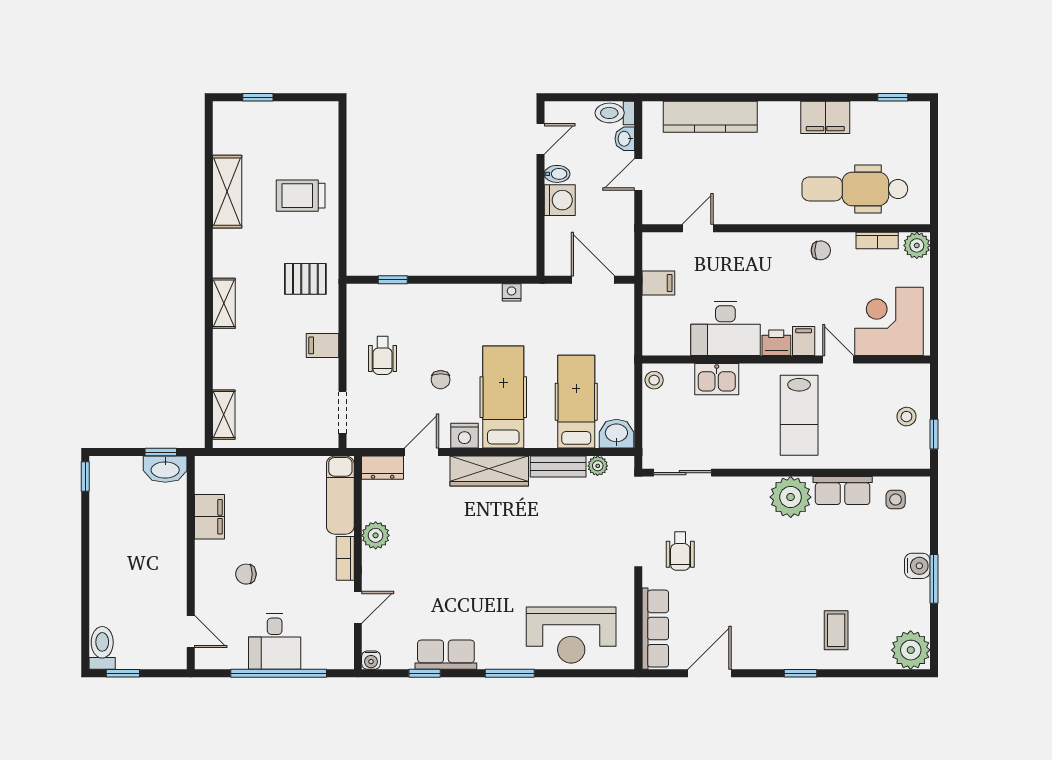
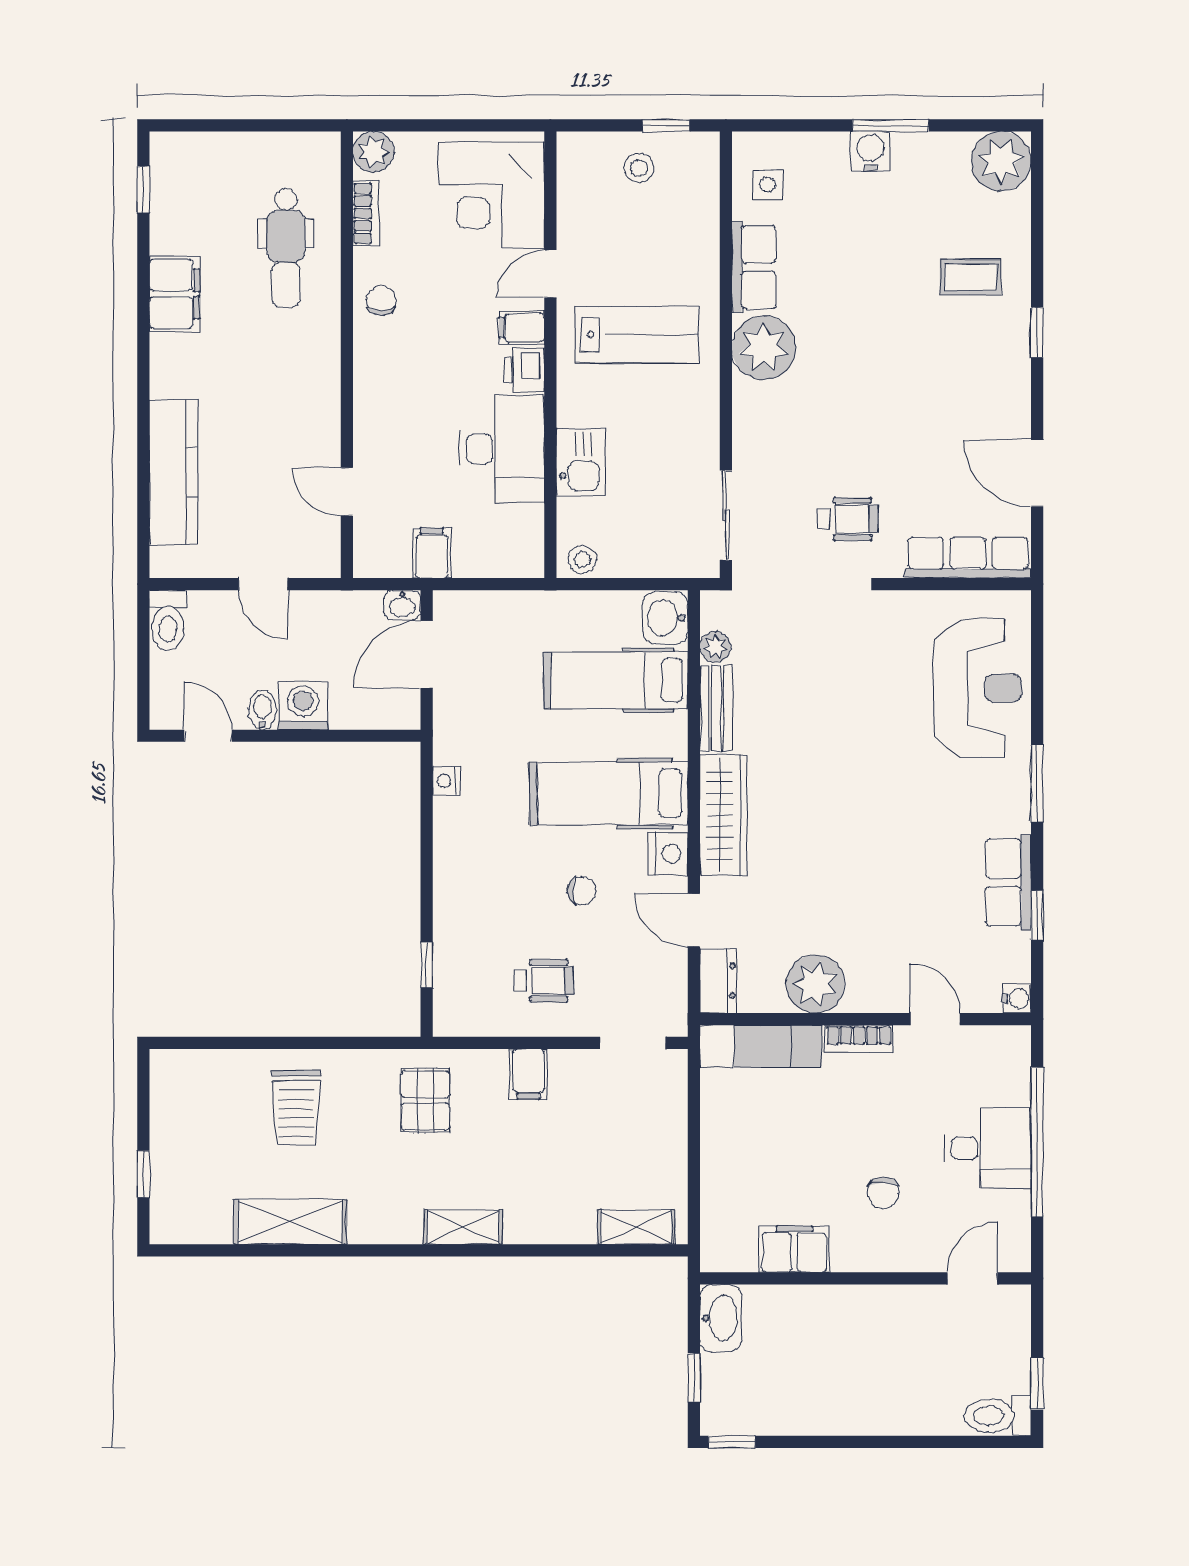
washbasin: (625, 139) -> (402, 605), moved
dental chair: (855, 189) -> (286, 248), width x0.73, depth x0.72
window: (161, 452) -> (694, 1378), moved
plant: (376, 535) -> (815, 984), width x1.36, depth x1.36

